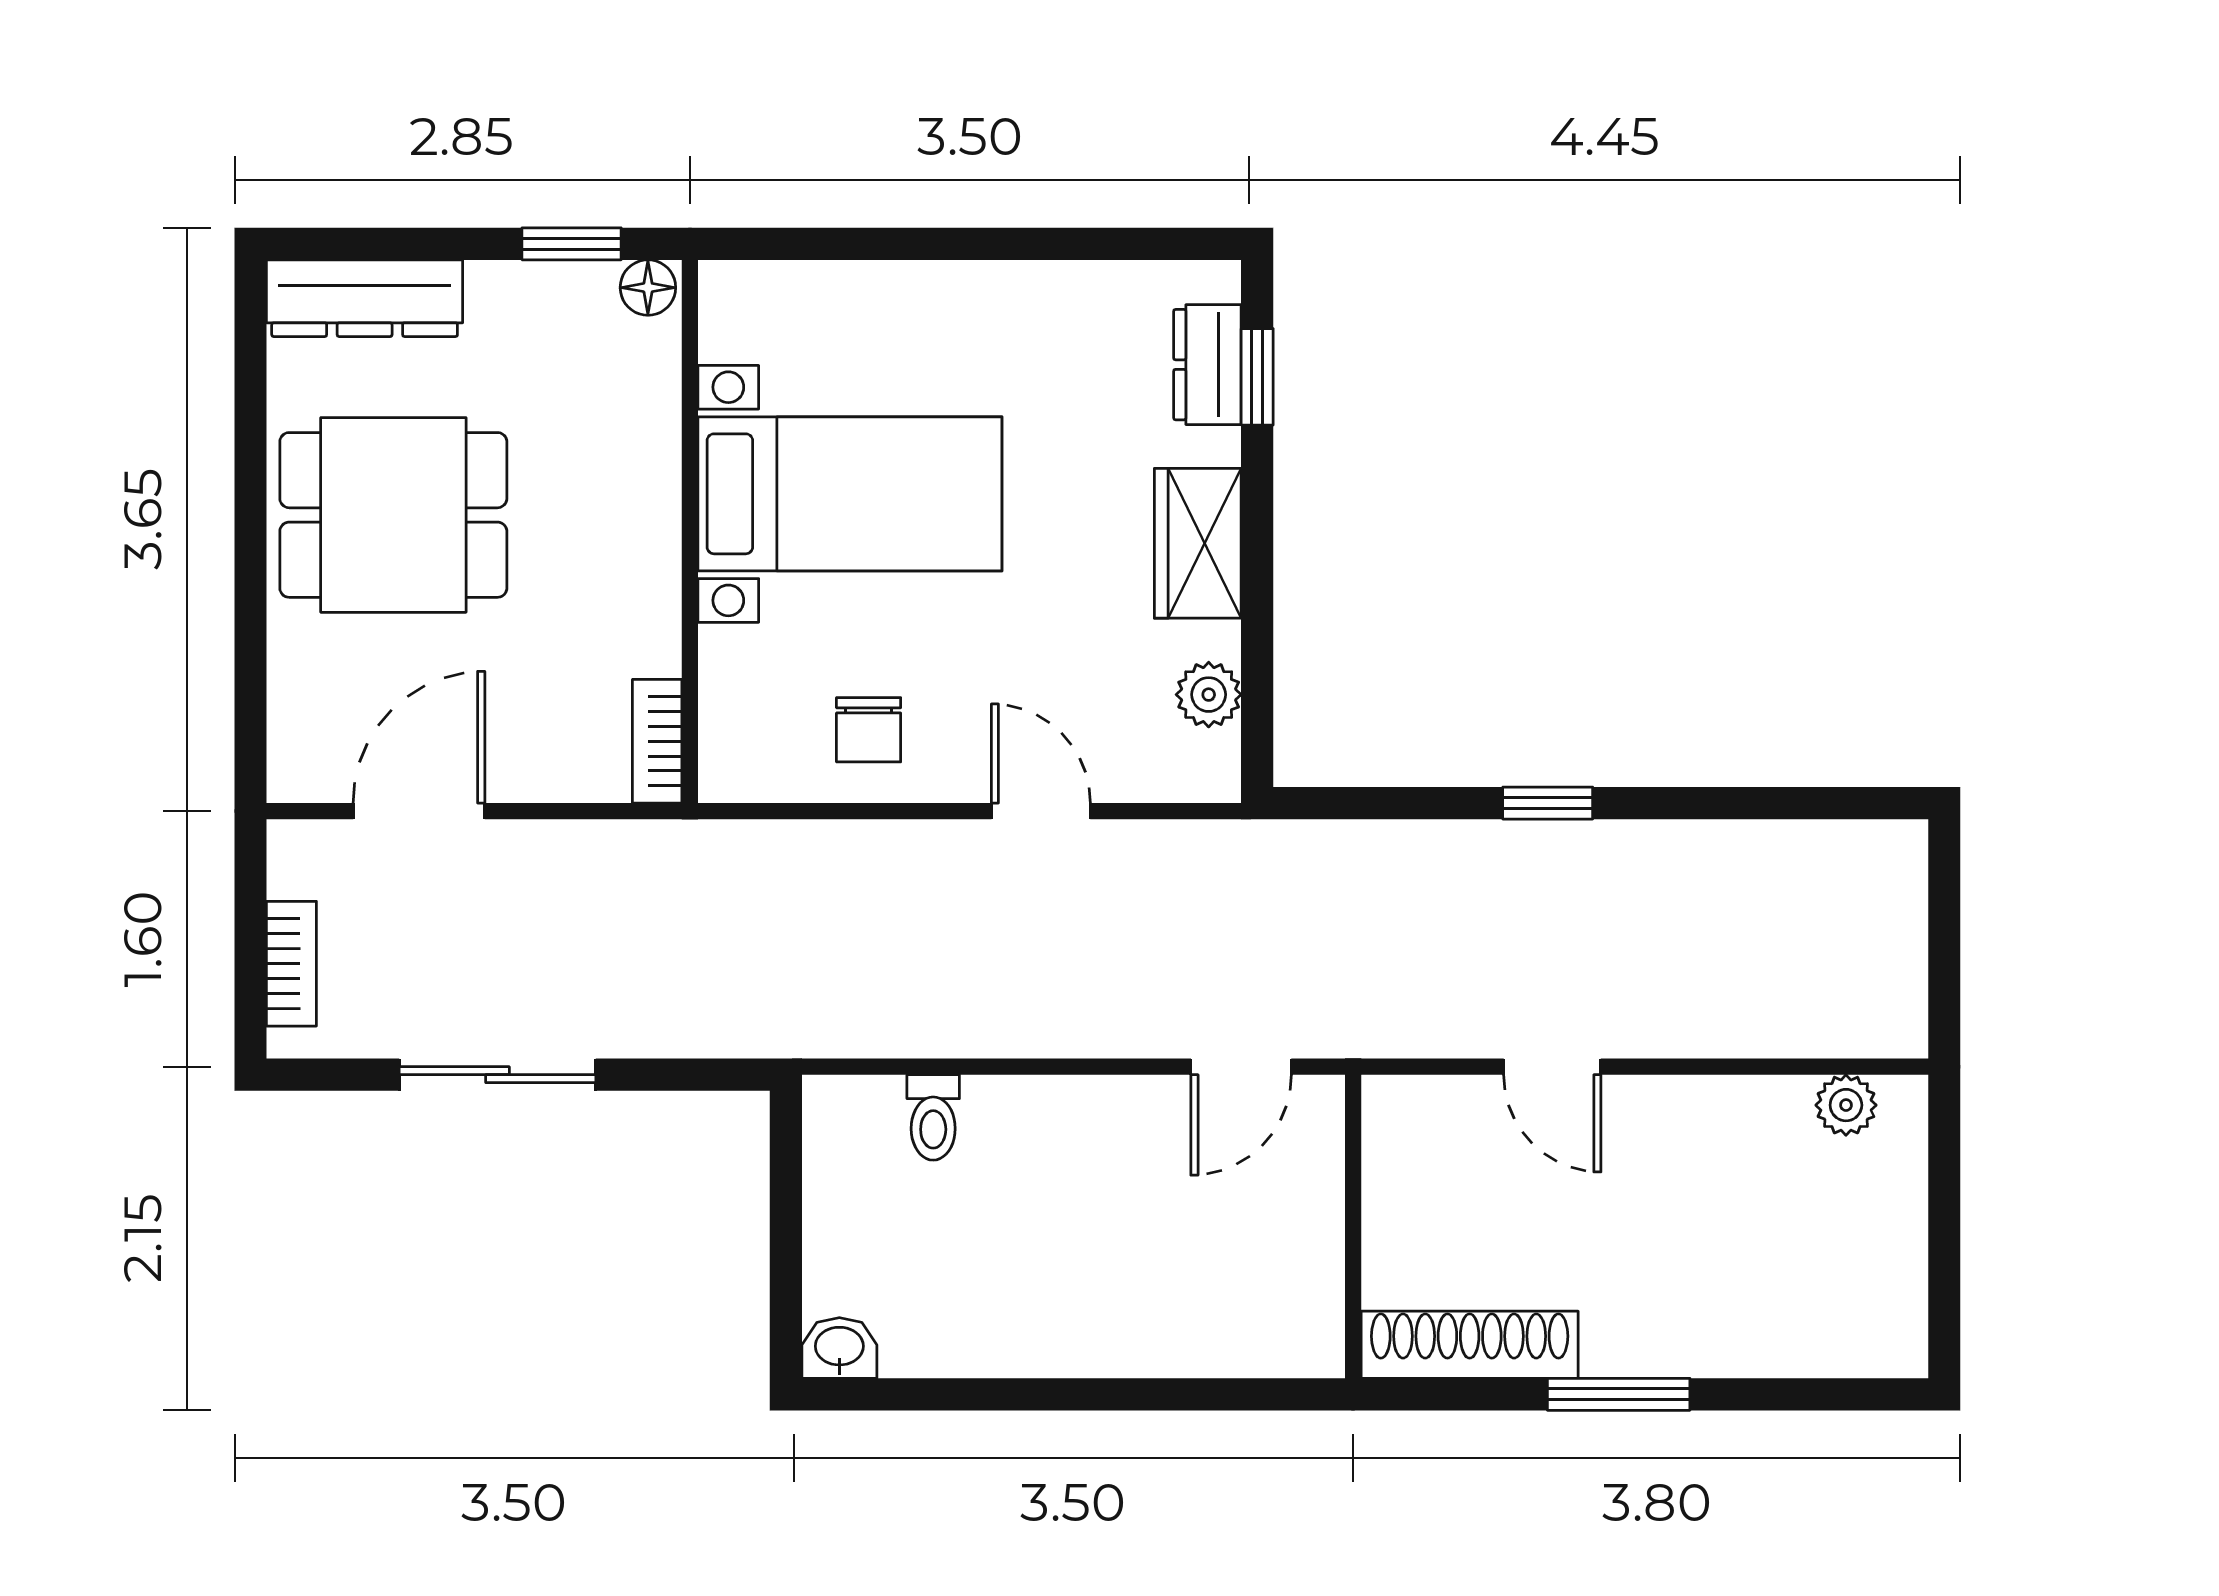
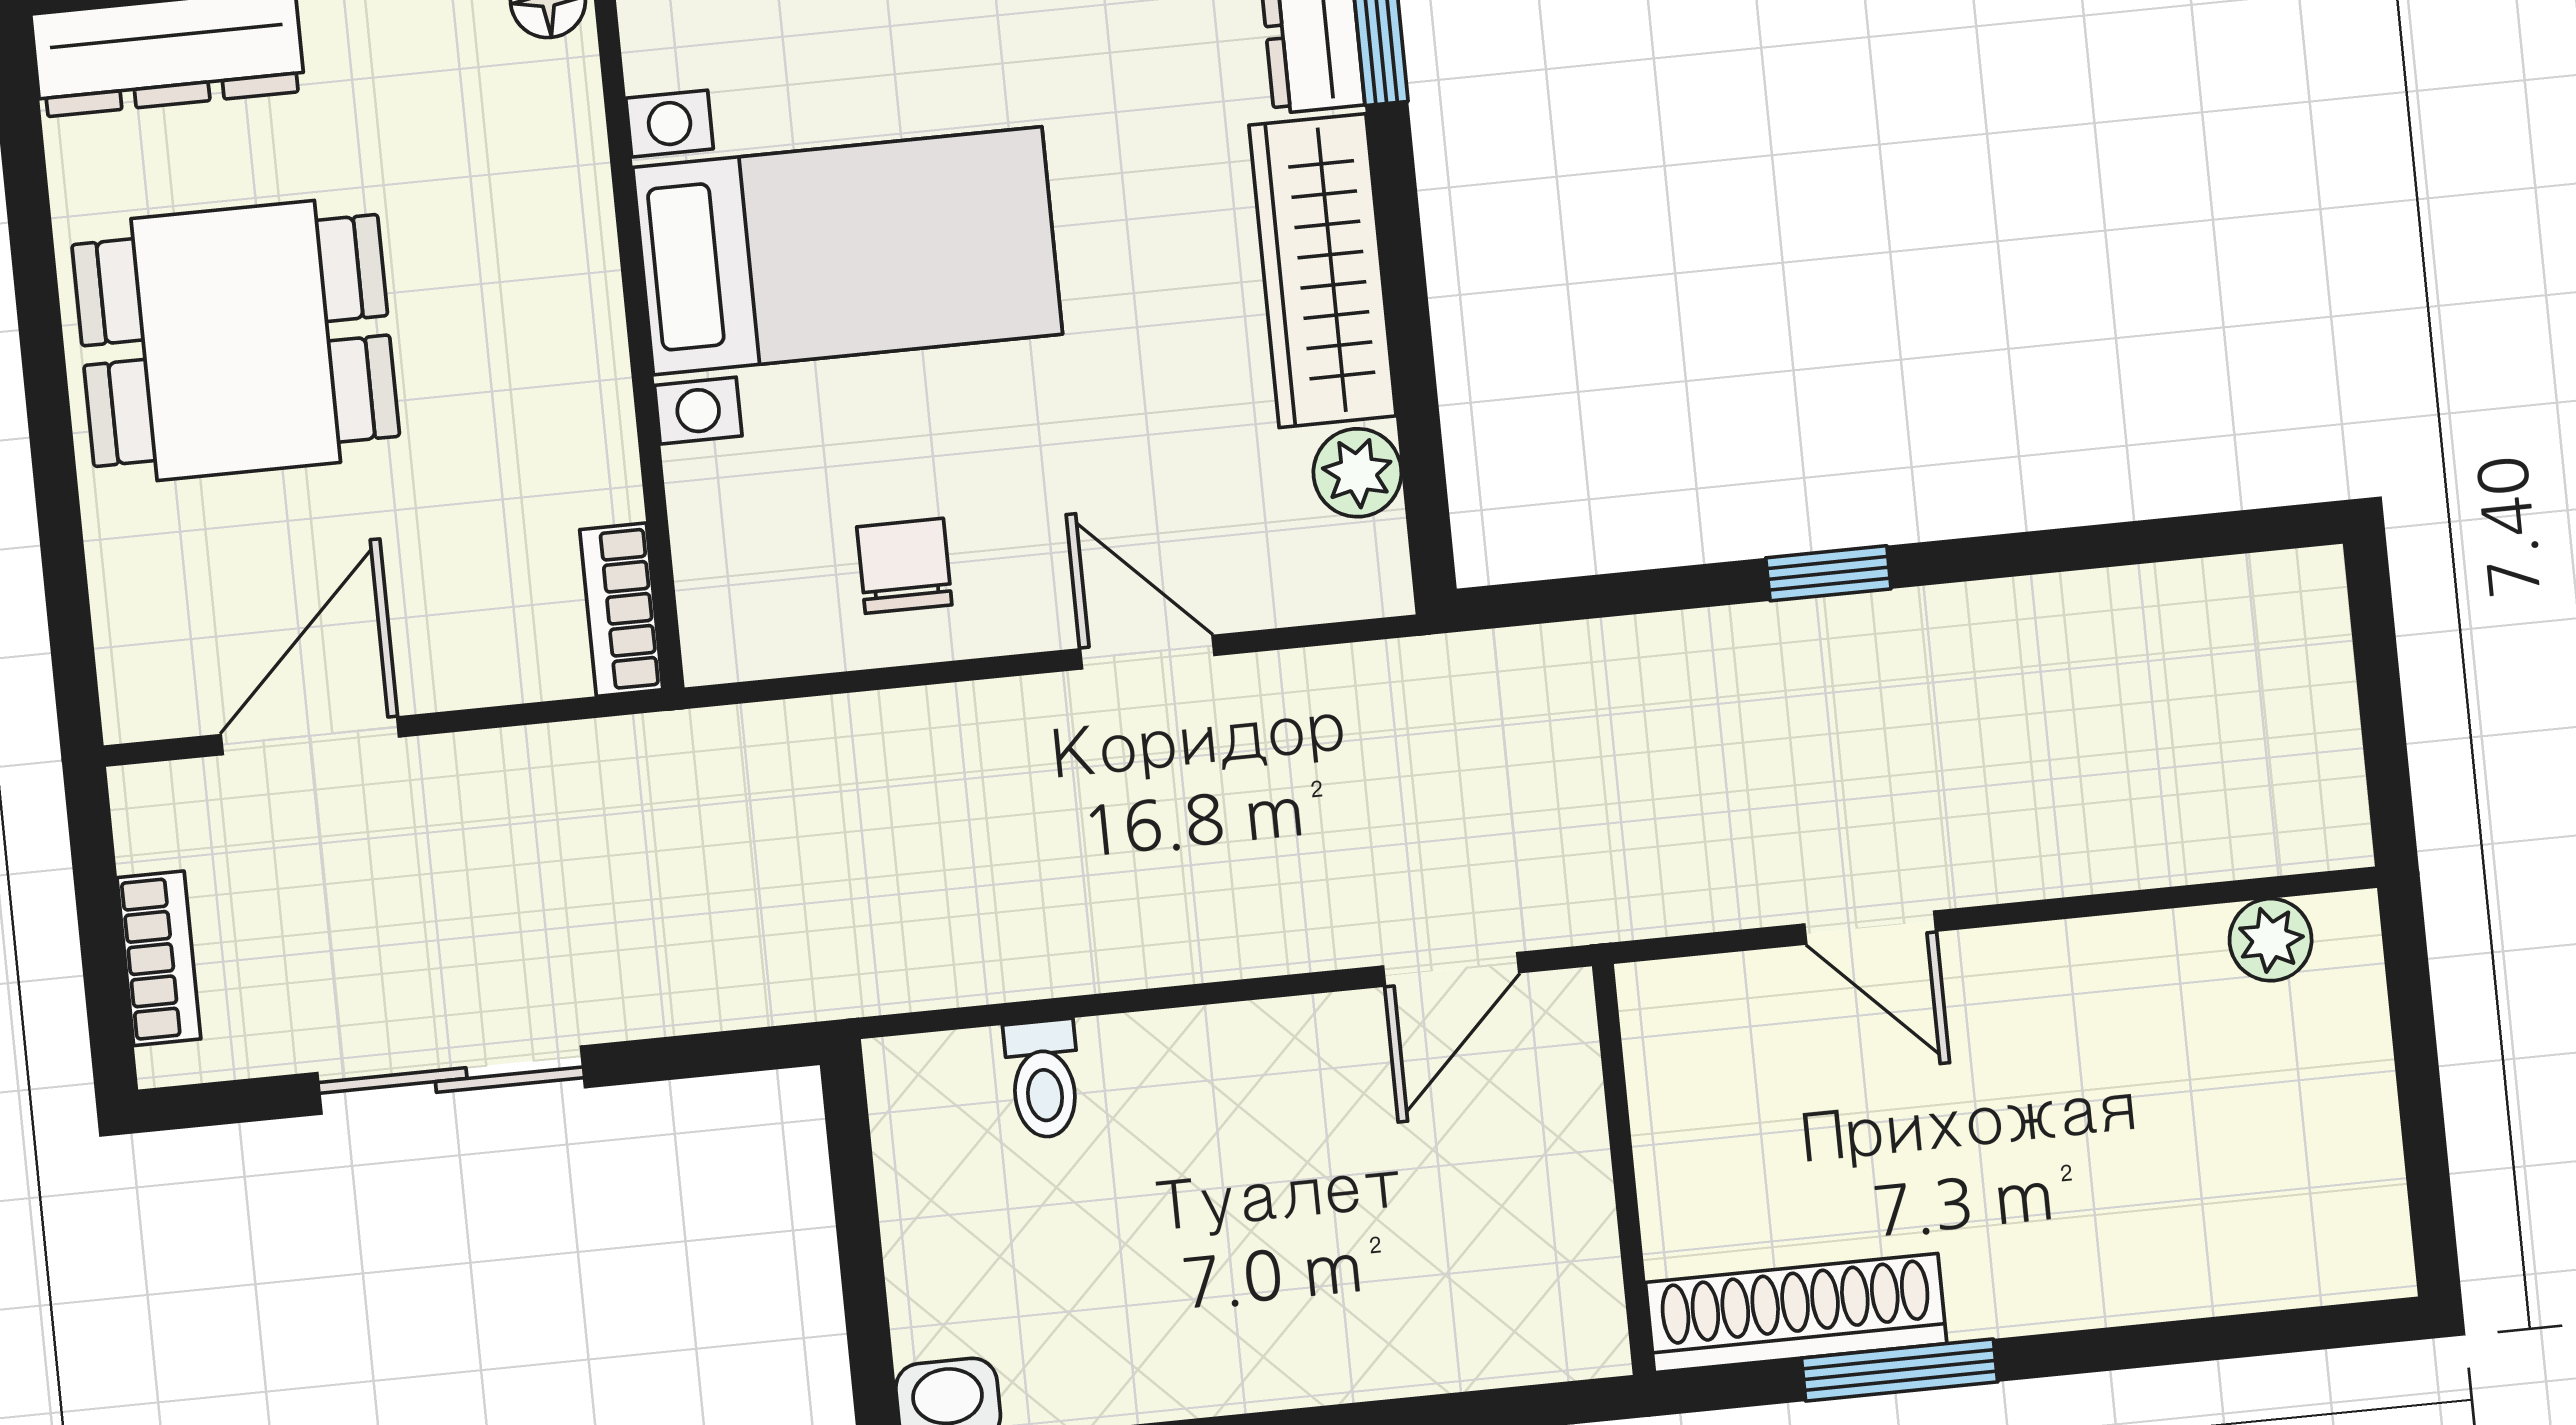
wardrobe: (1198, 543) -> (1322, 271), width x1.50
chair: (869, 730) -> (904, 566), turned 180
window: (1619, 1394) -> (1899, 1370), moved

